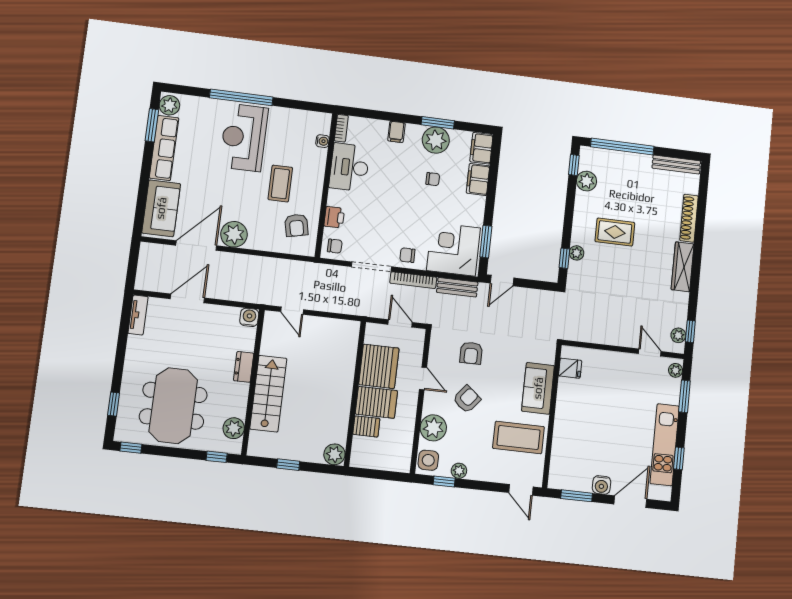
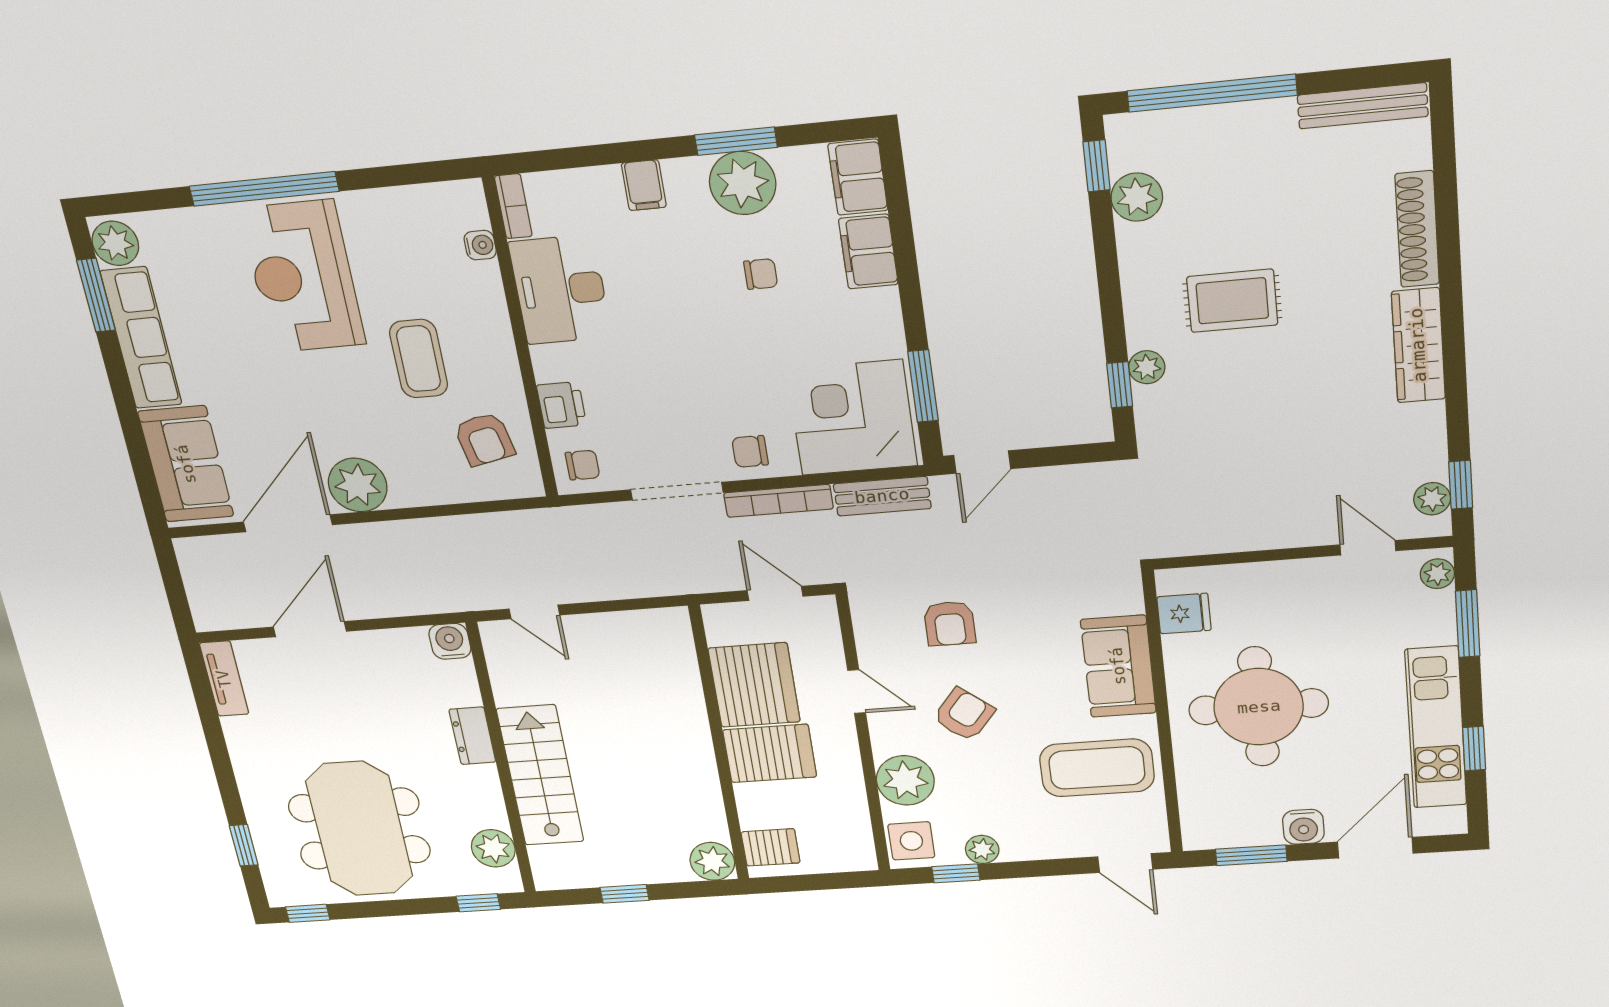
round table: (593, 420) -> (1259, 707), added
server rack: (366, 426) -> (771, 847), moved

